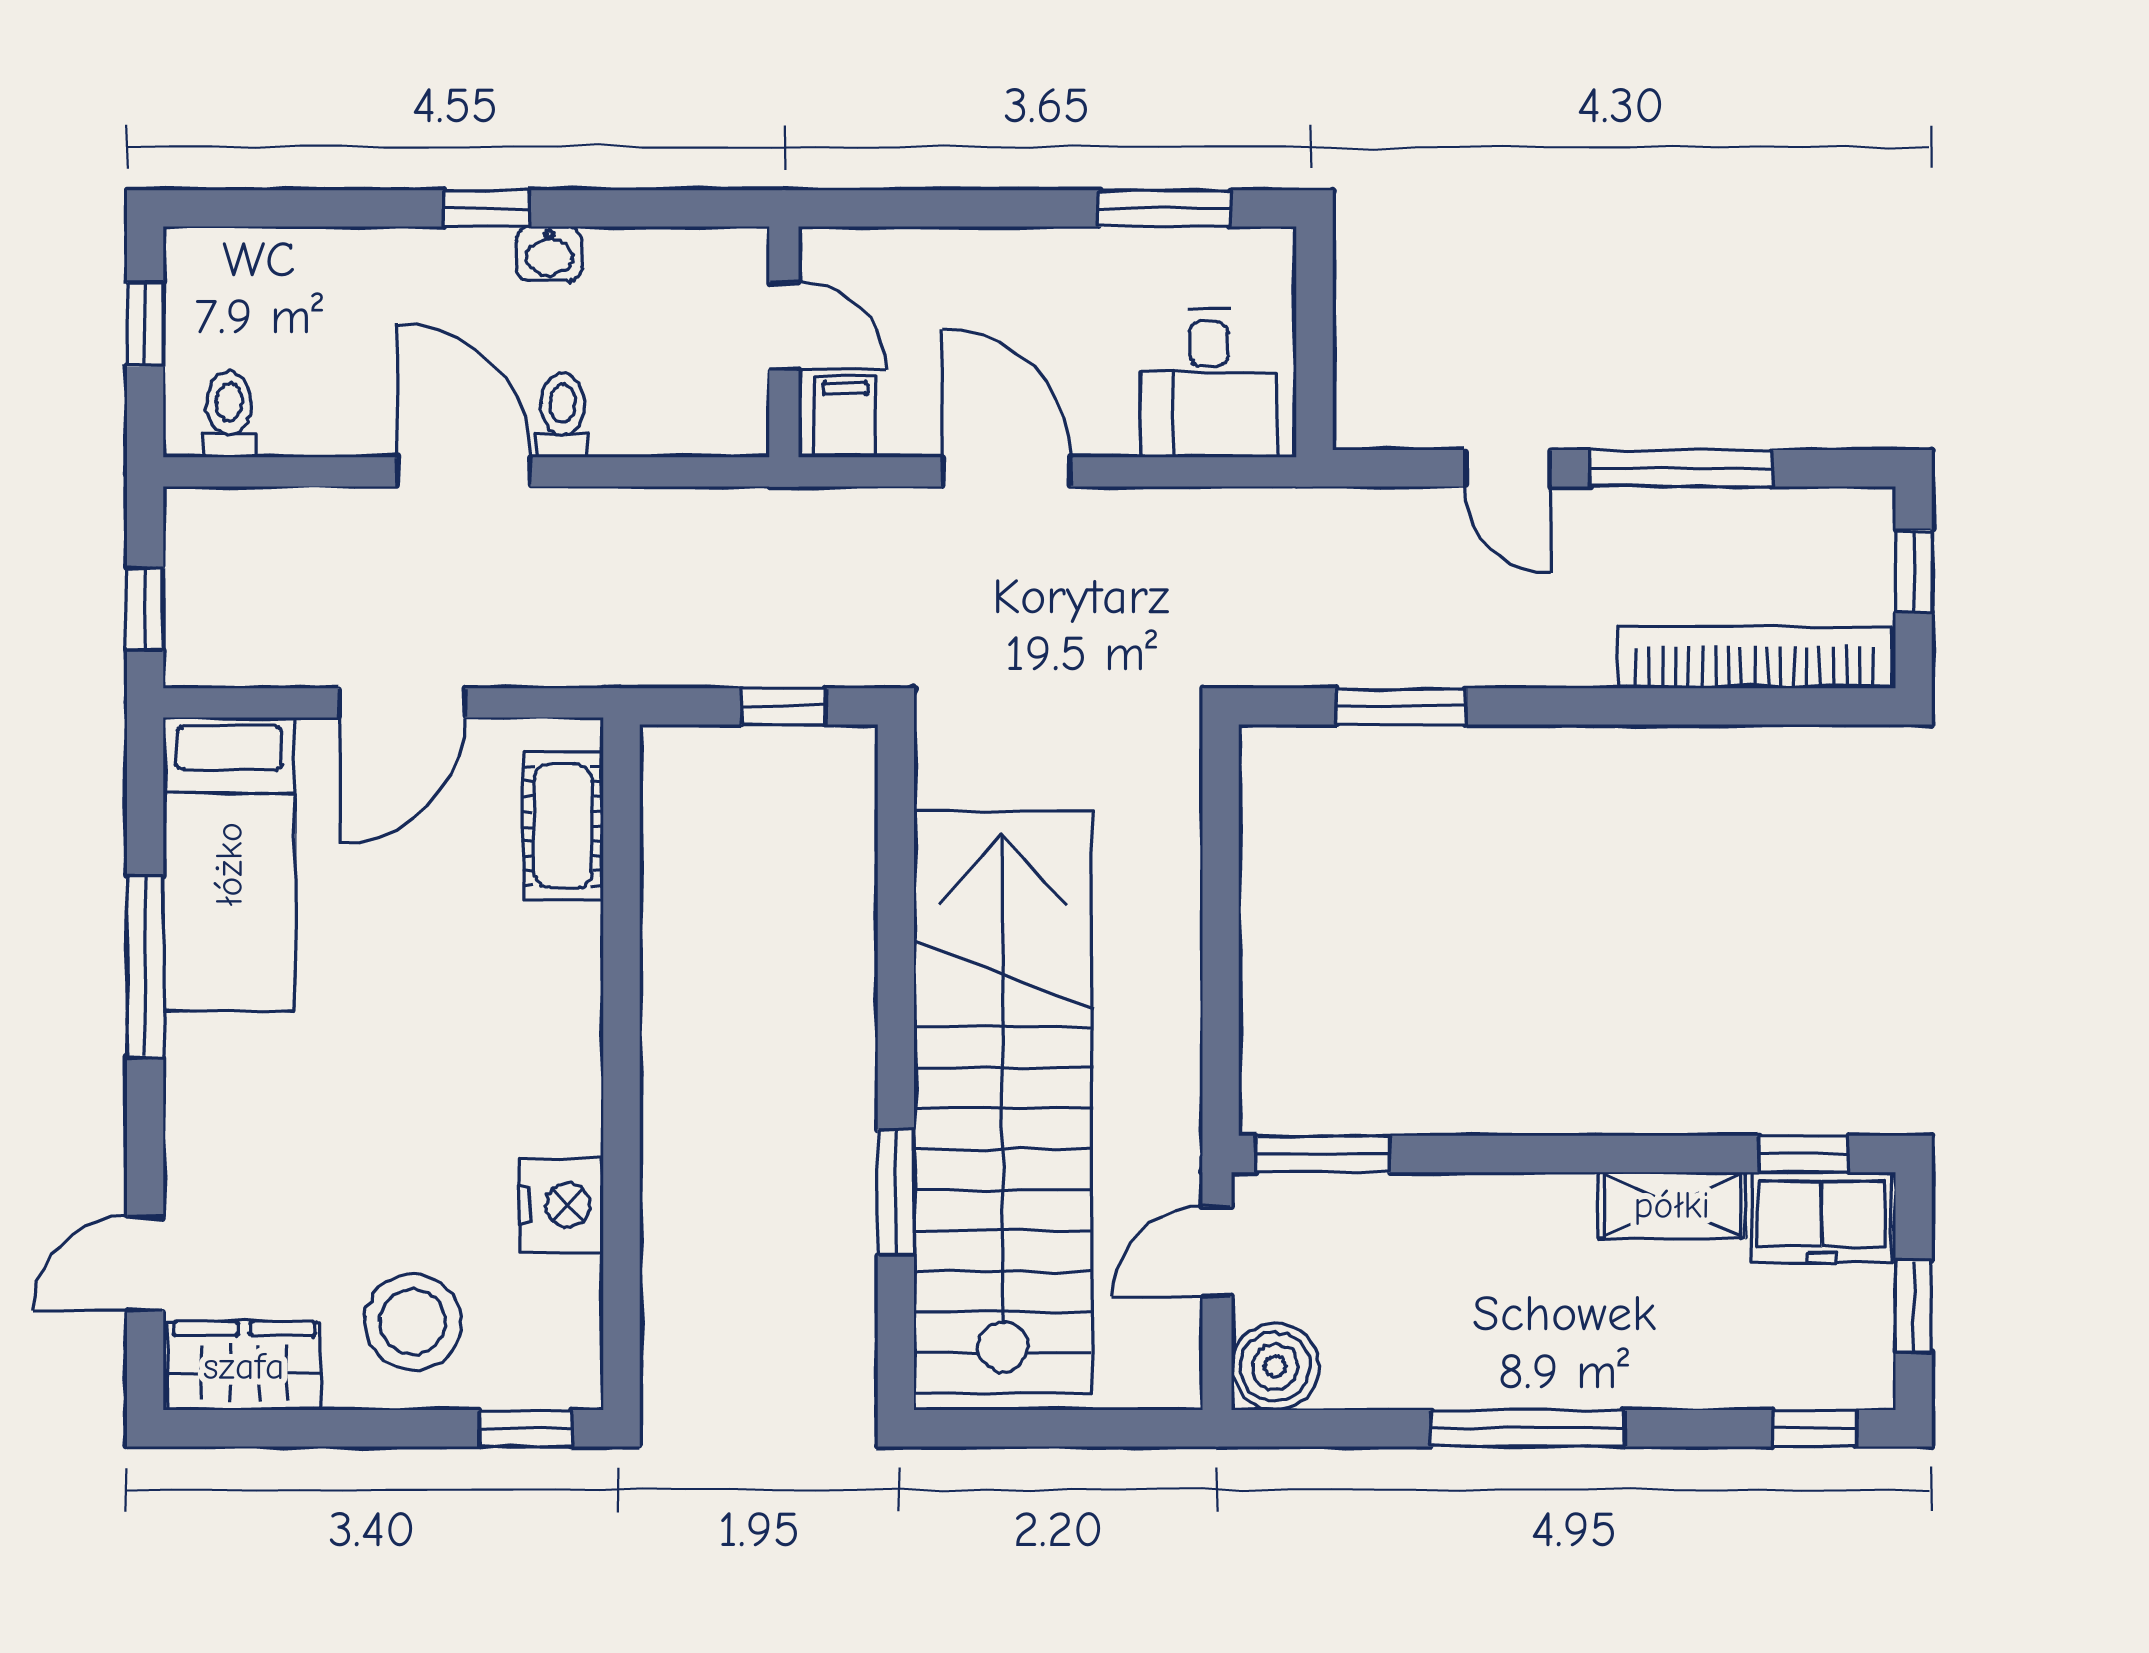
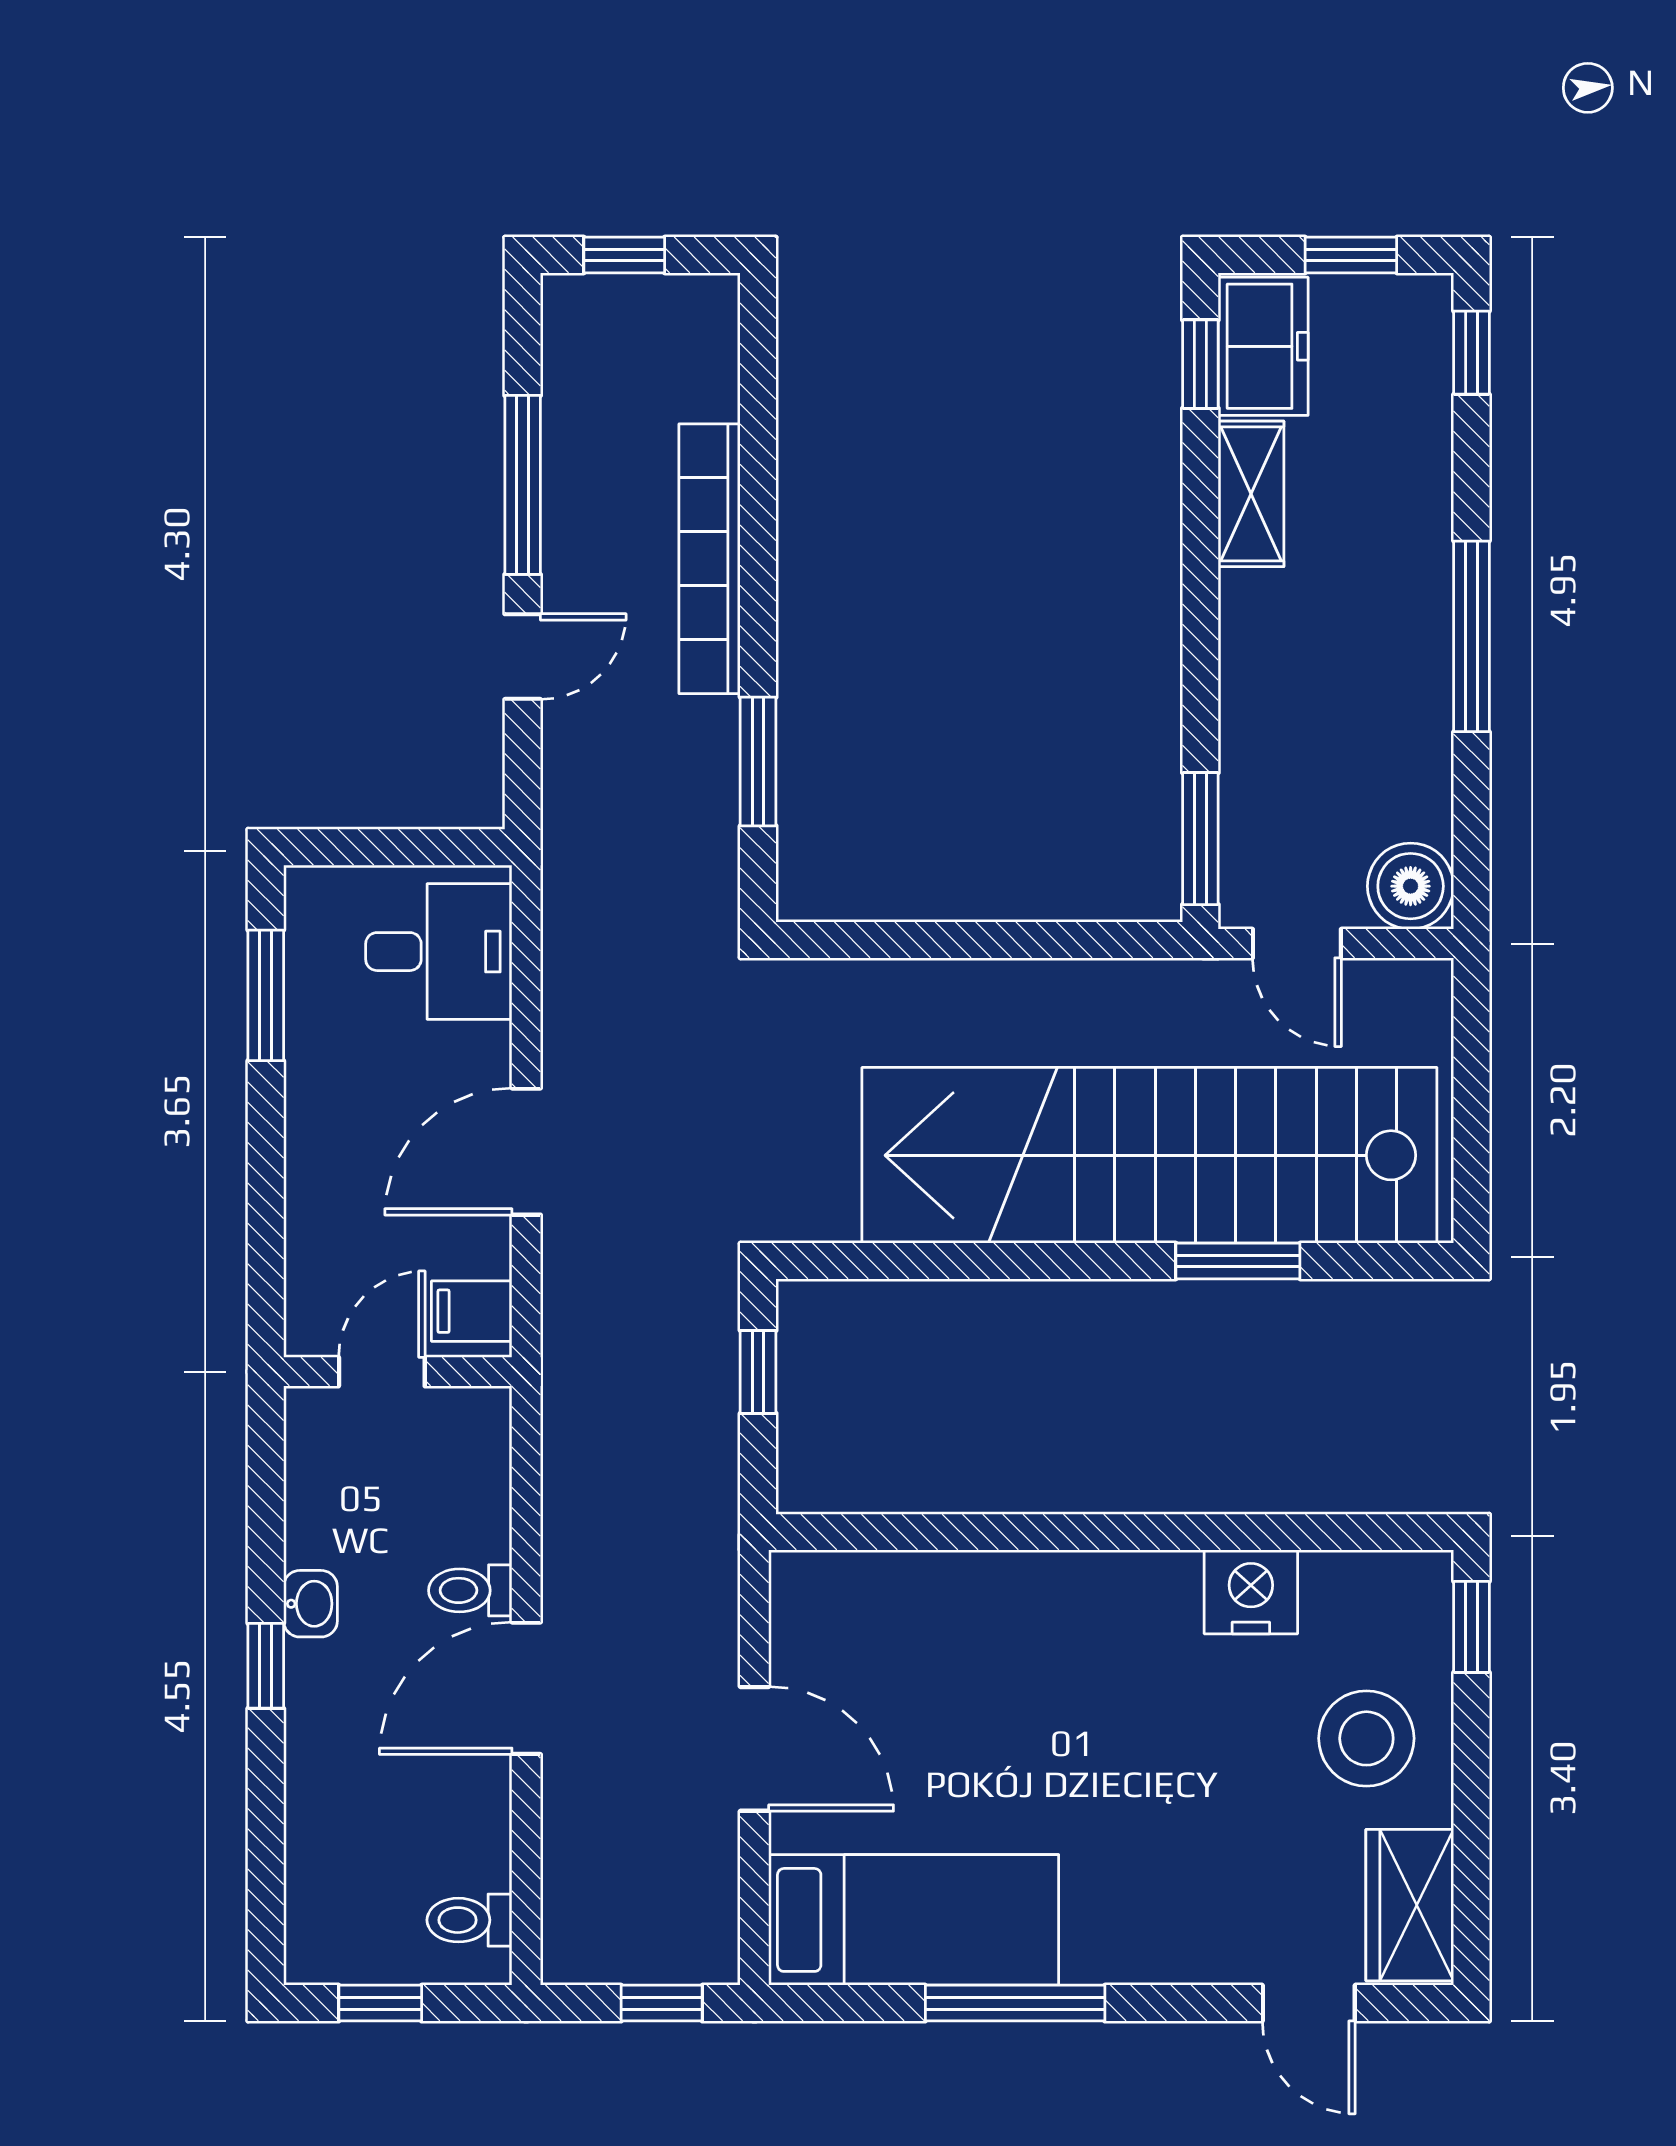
bookcase: (1755, 657) -> (710, 559), moved
cot: (563, 826) -> (877, 1590), removed

